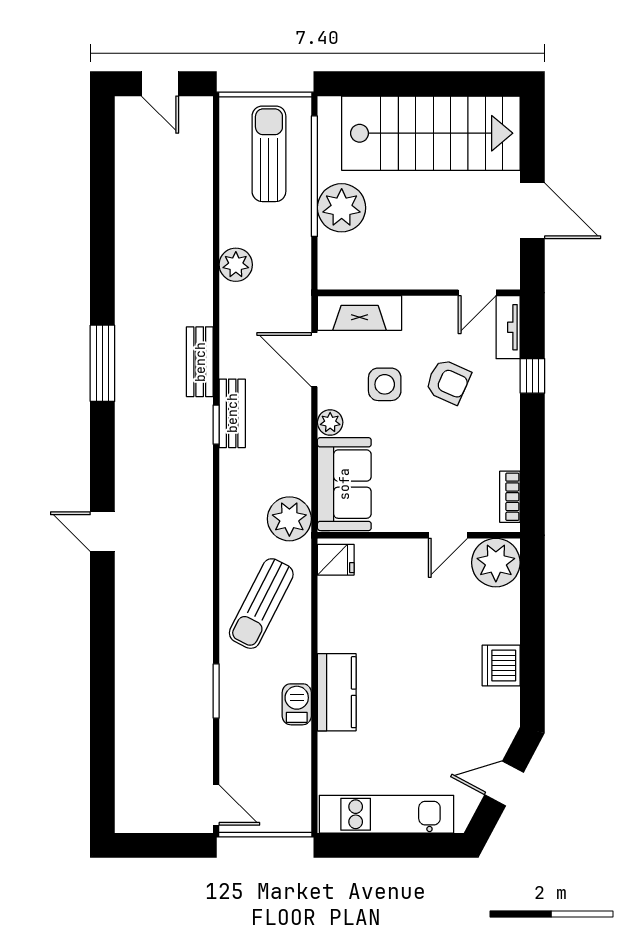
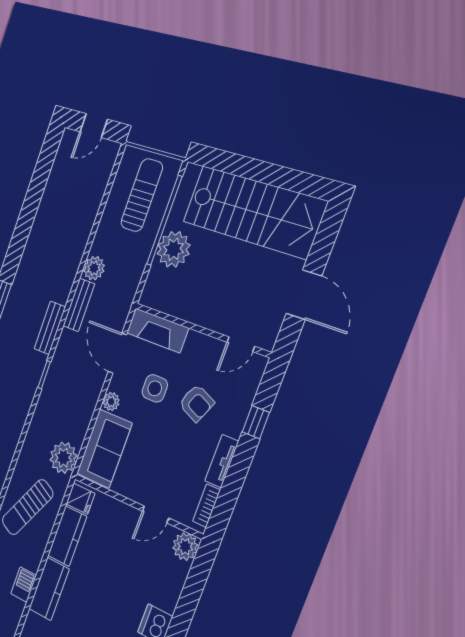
door: (160, 84) -> (94, 126), hinge flipped
tv unit: (508, 327) -> (222, 461), moved
bench: (232, 413) -> (79, 305), moved
plant: (496, 563) -> (185, 547), width x0.73, depth x0.73
kitchen counter: (336, 614) -> (67, 536), added

